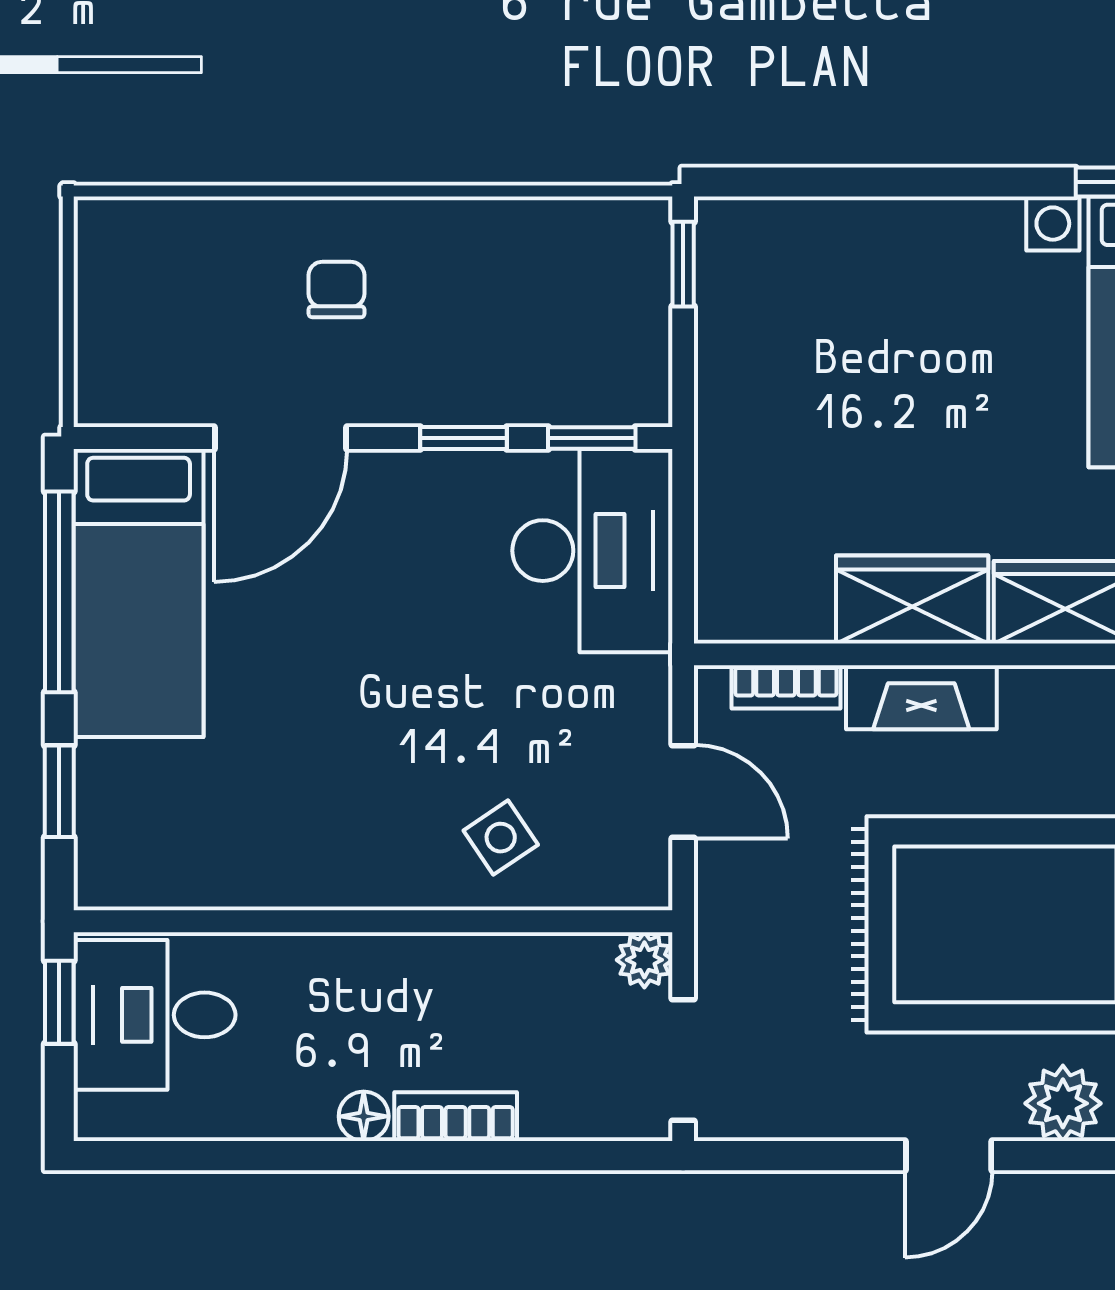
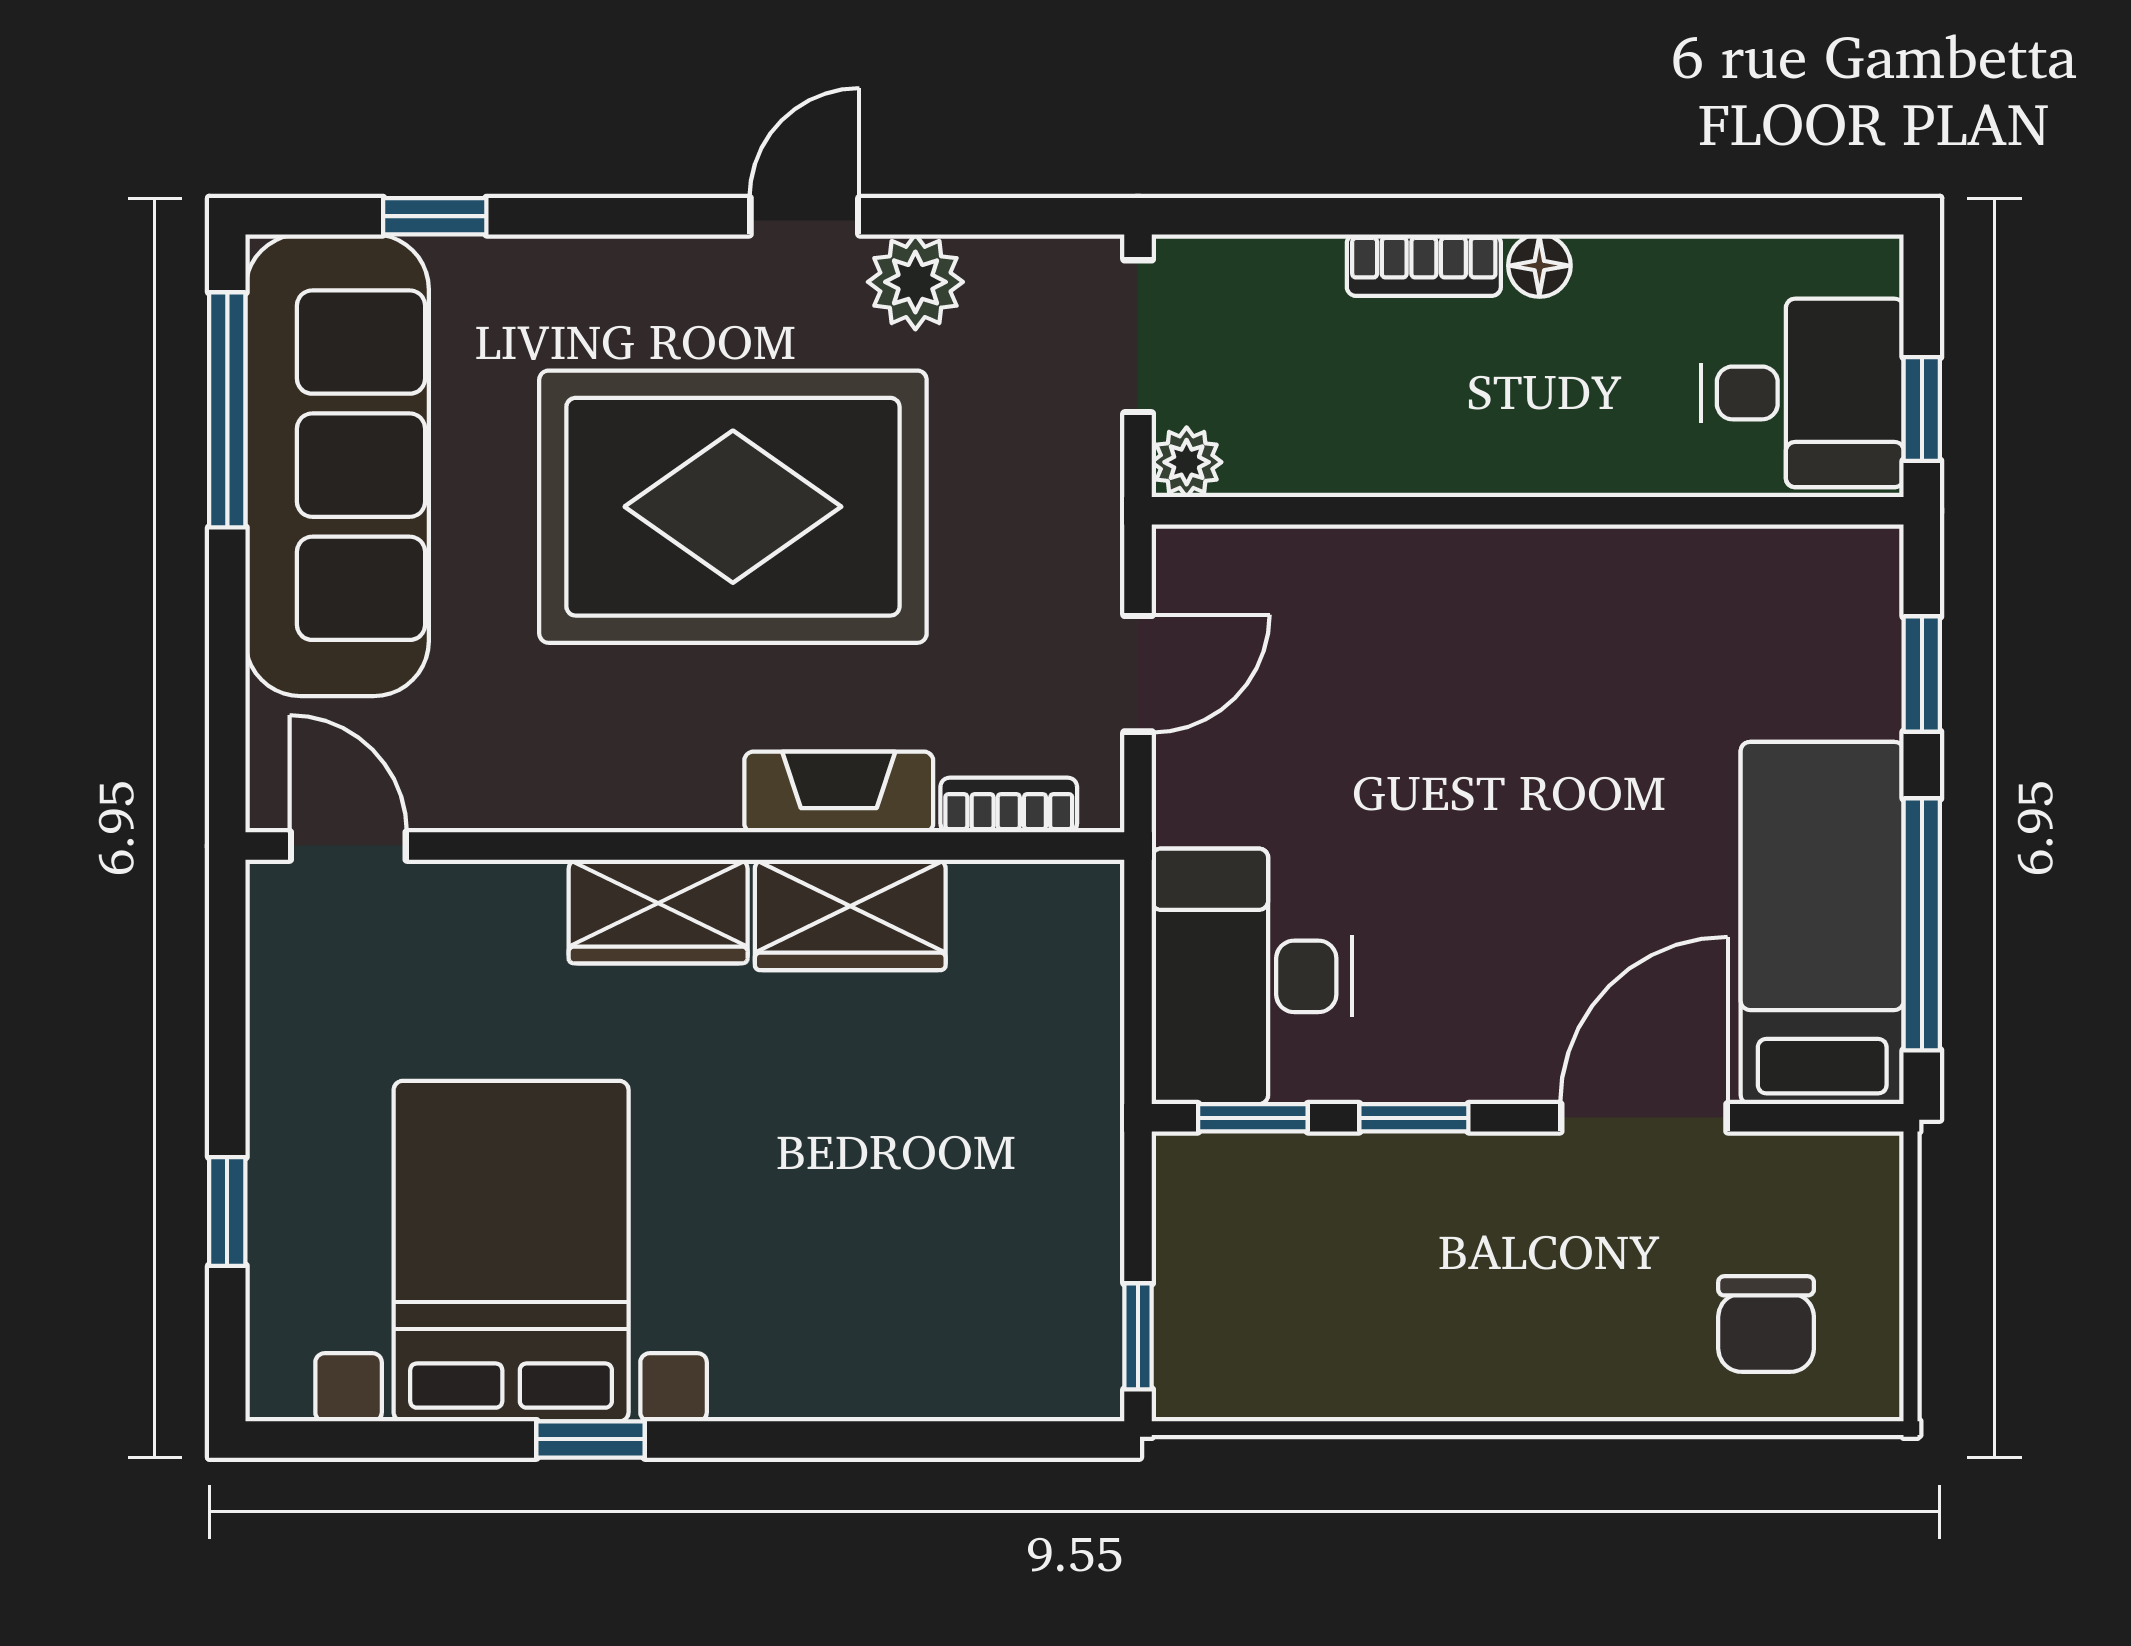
chair: (337, 289) -> (1766, 1324), moved, width x1.37, depth x1.37
door: (683, 792) -> (1138, 674), swing flipped
side table: (501, 838) -> (1367, 616), removed
plant: (1063, 1103) -> (915, 282), moved

